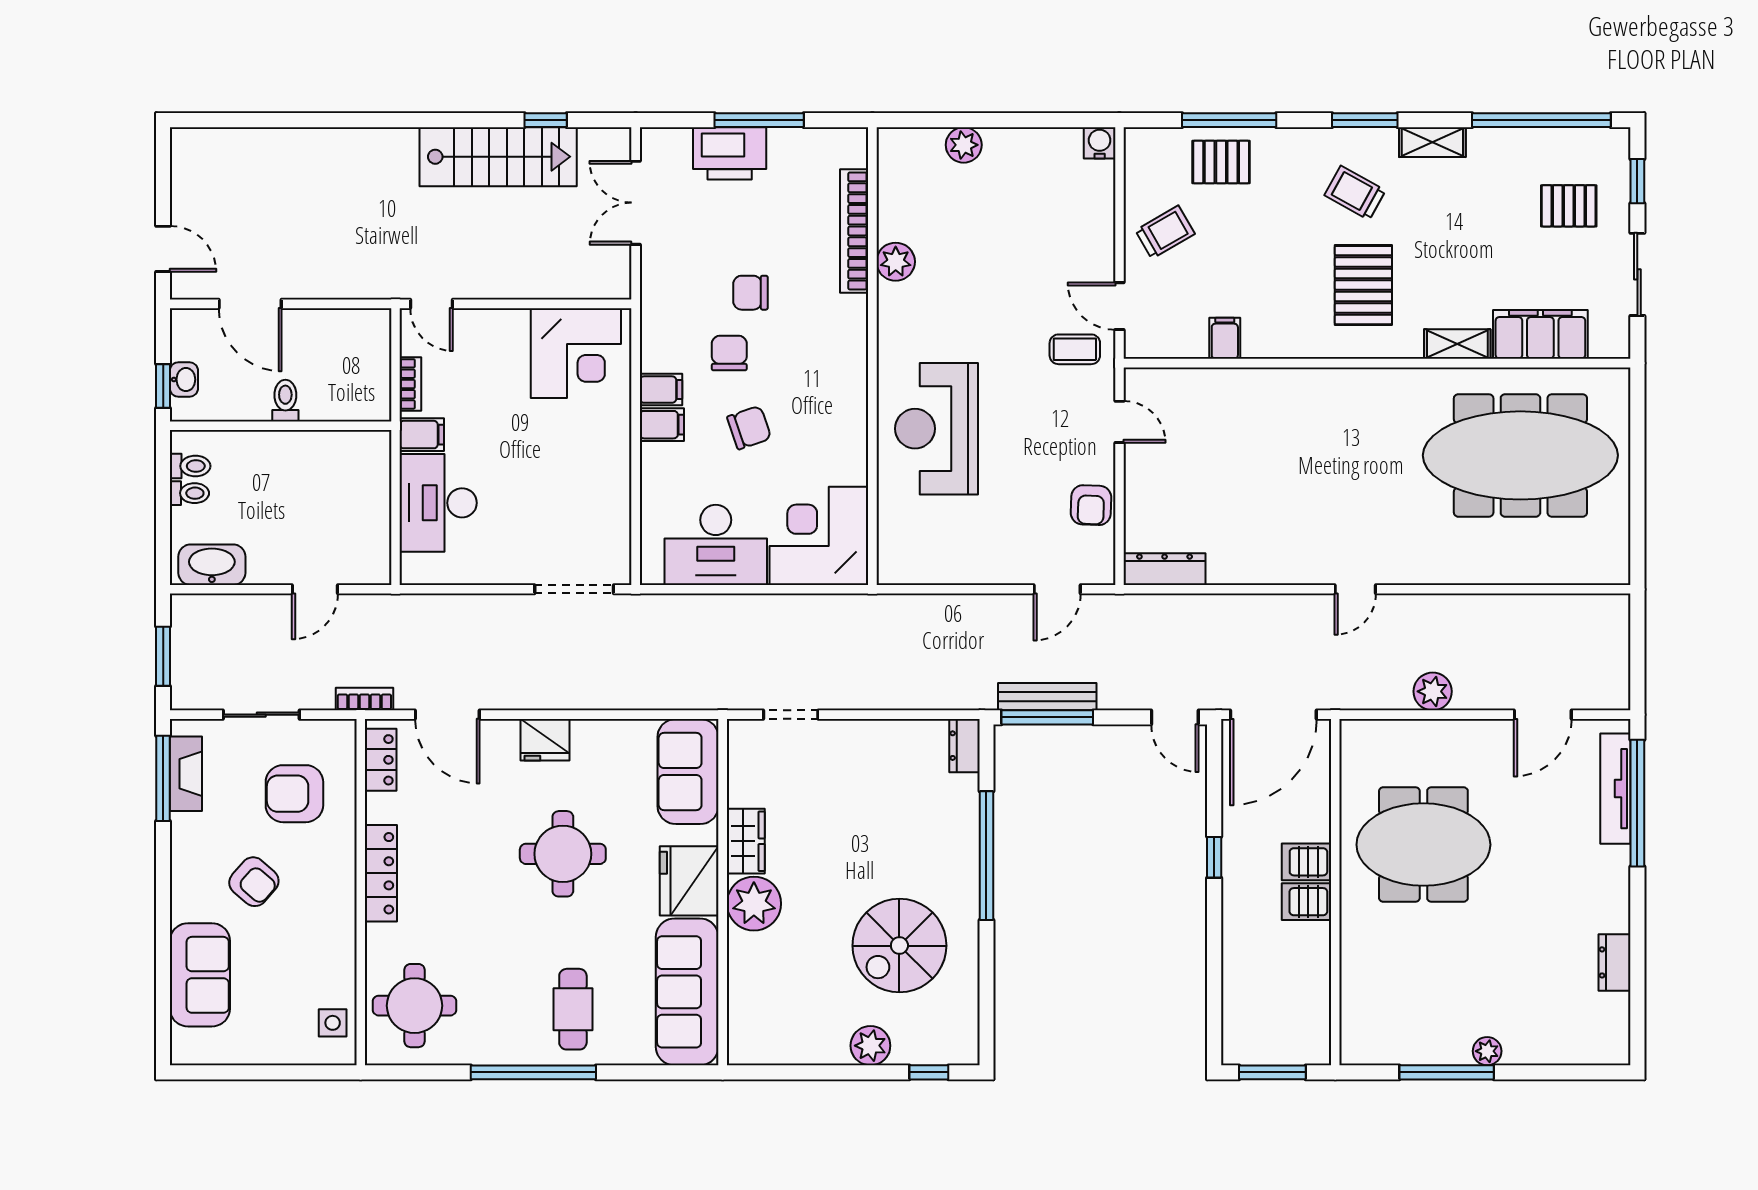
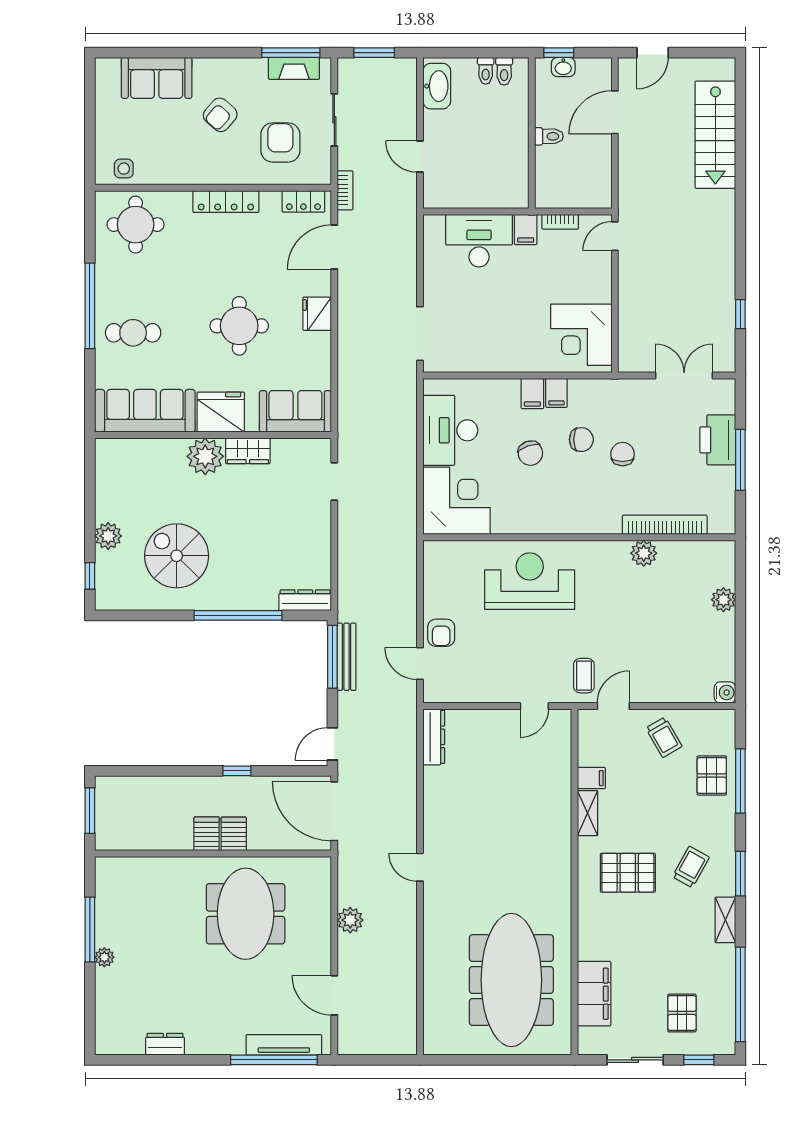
stairs: (498, 157) -> (715, 135), moved
shelving: (1457, 344) -> (588, 813), moved
armchair: (1091, 505) -> (441, 633), moved, turned -92
dresser: (964, 746) -> (305, 600), width x1.44

